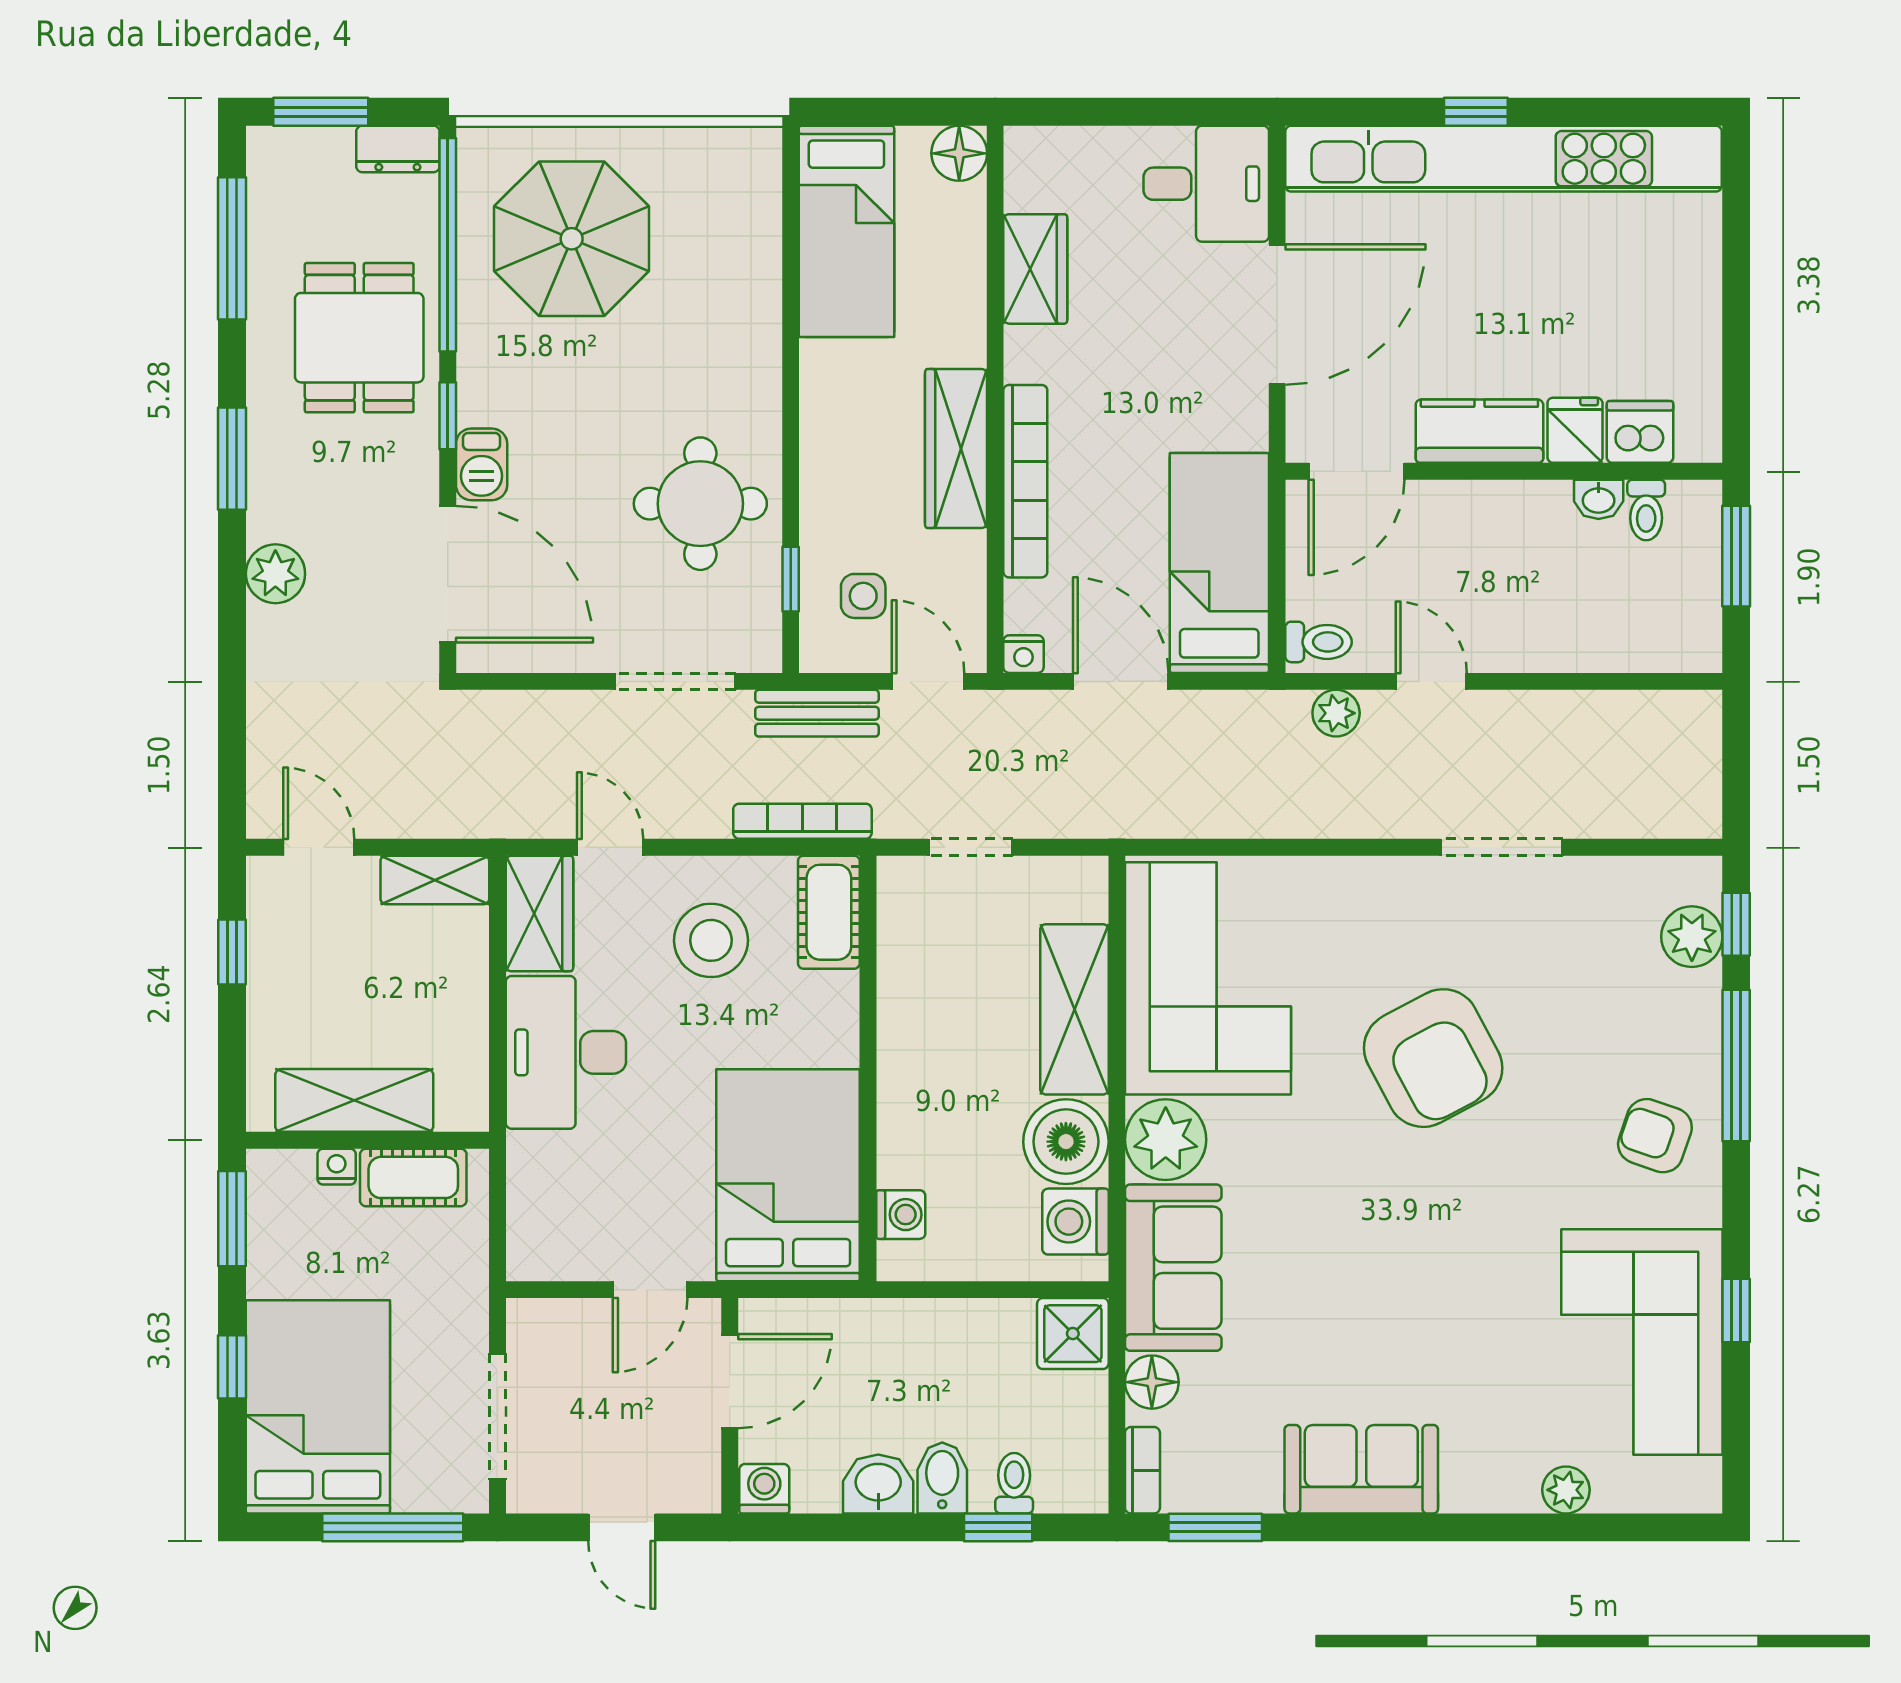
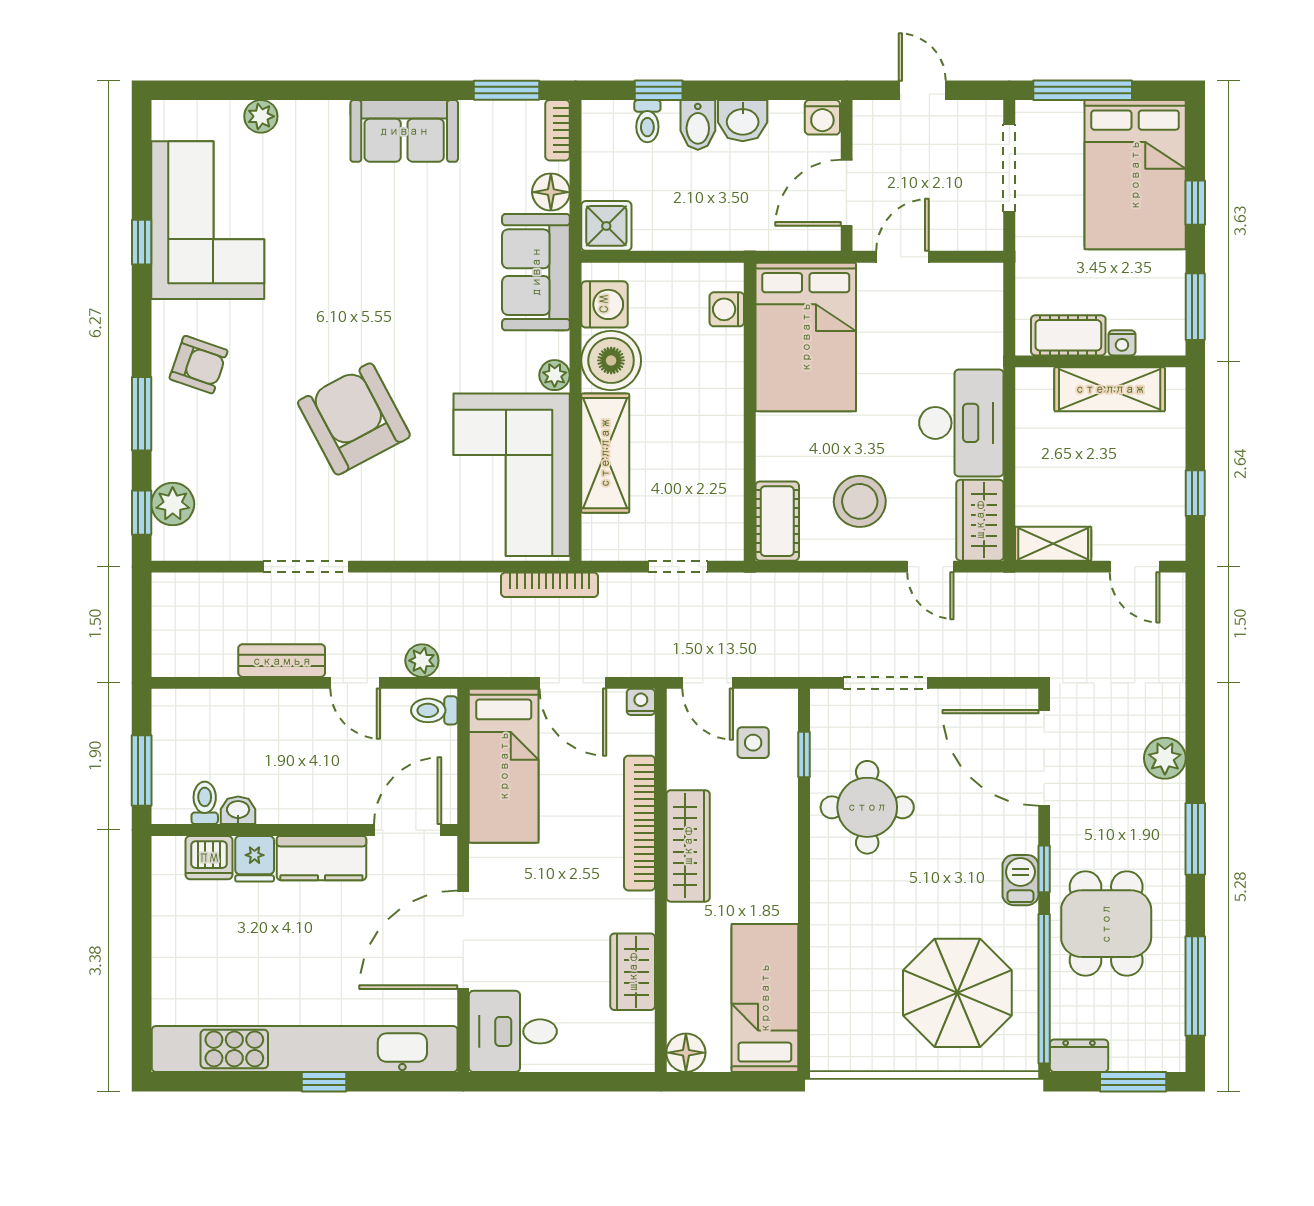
barbecue: (482, 464) -> (1020, 880), moved
bench: (817, 713) -> (282, 661), moved
bookcase: (802, 821) -> (550, 585), moved
window: (1736, 1065) -> (142, 414), width x0.69
plant: (1166, 1140) -> (555, 375), width x0.53, depth x0.53

